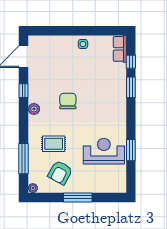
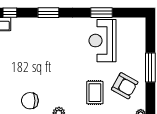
window: (131, 87) -> (48, 13), moved
chair: (68, 101) -> (30, 101), moved

